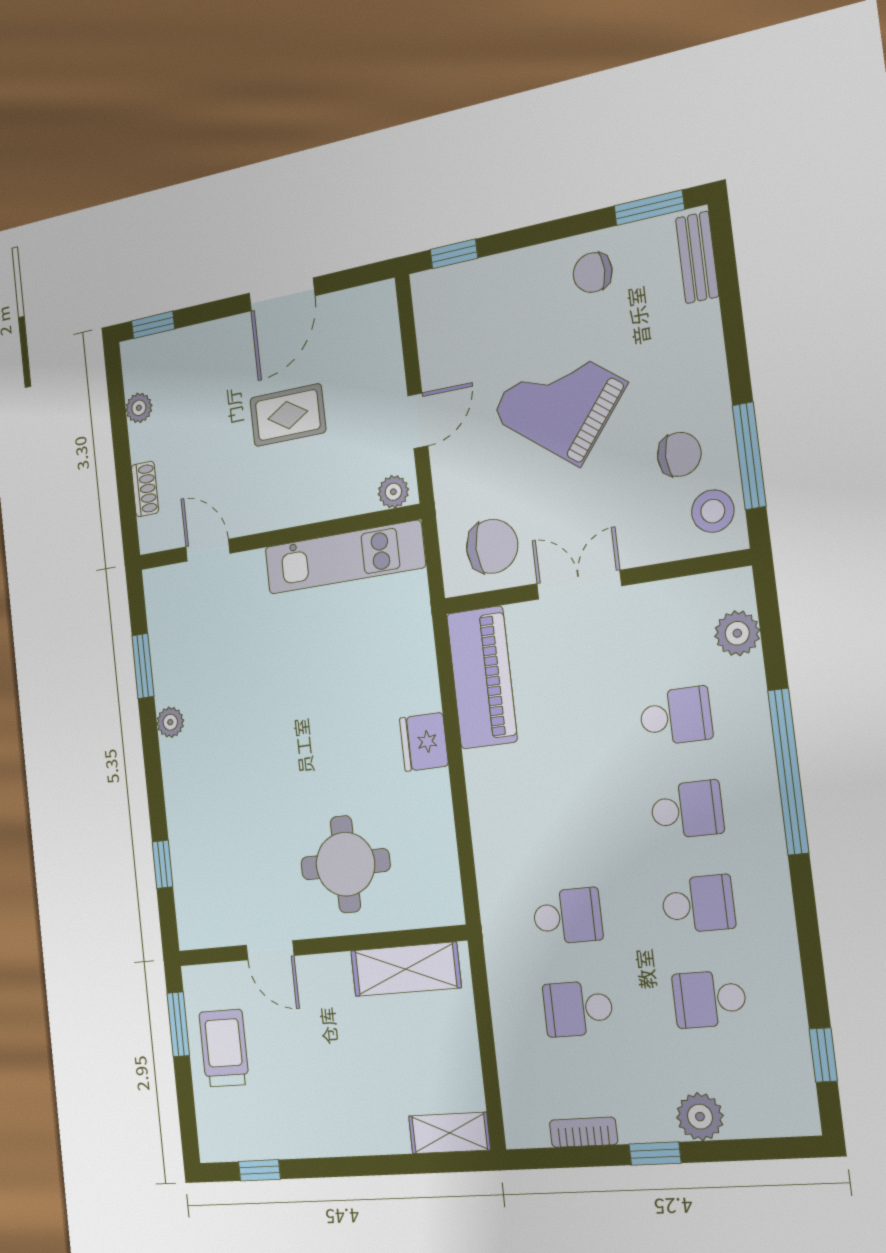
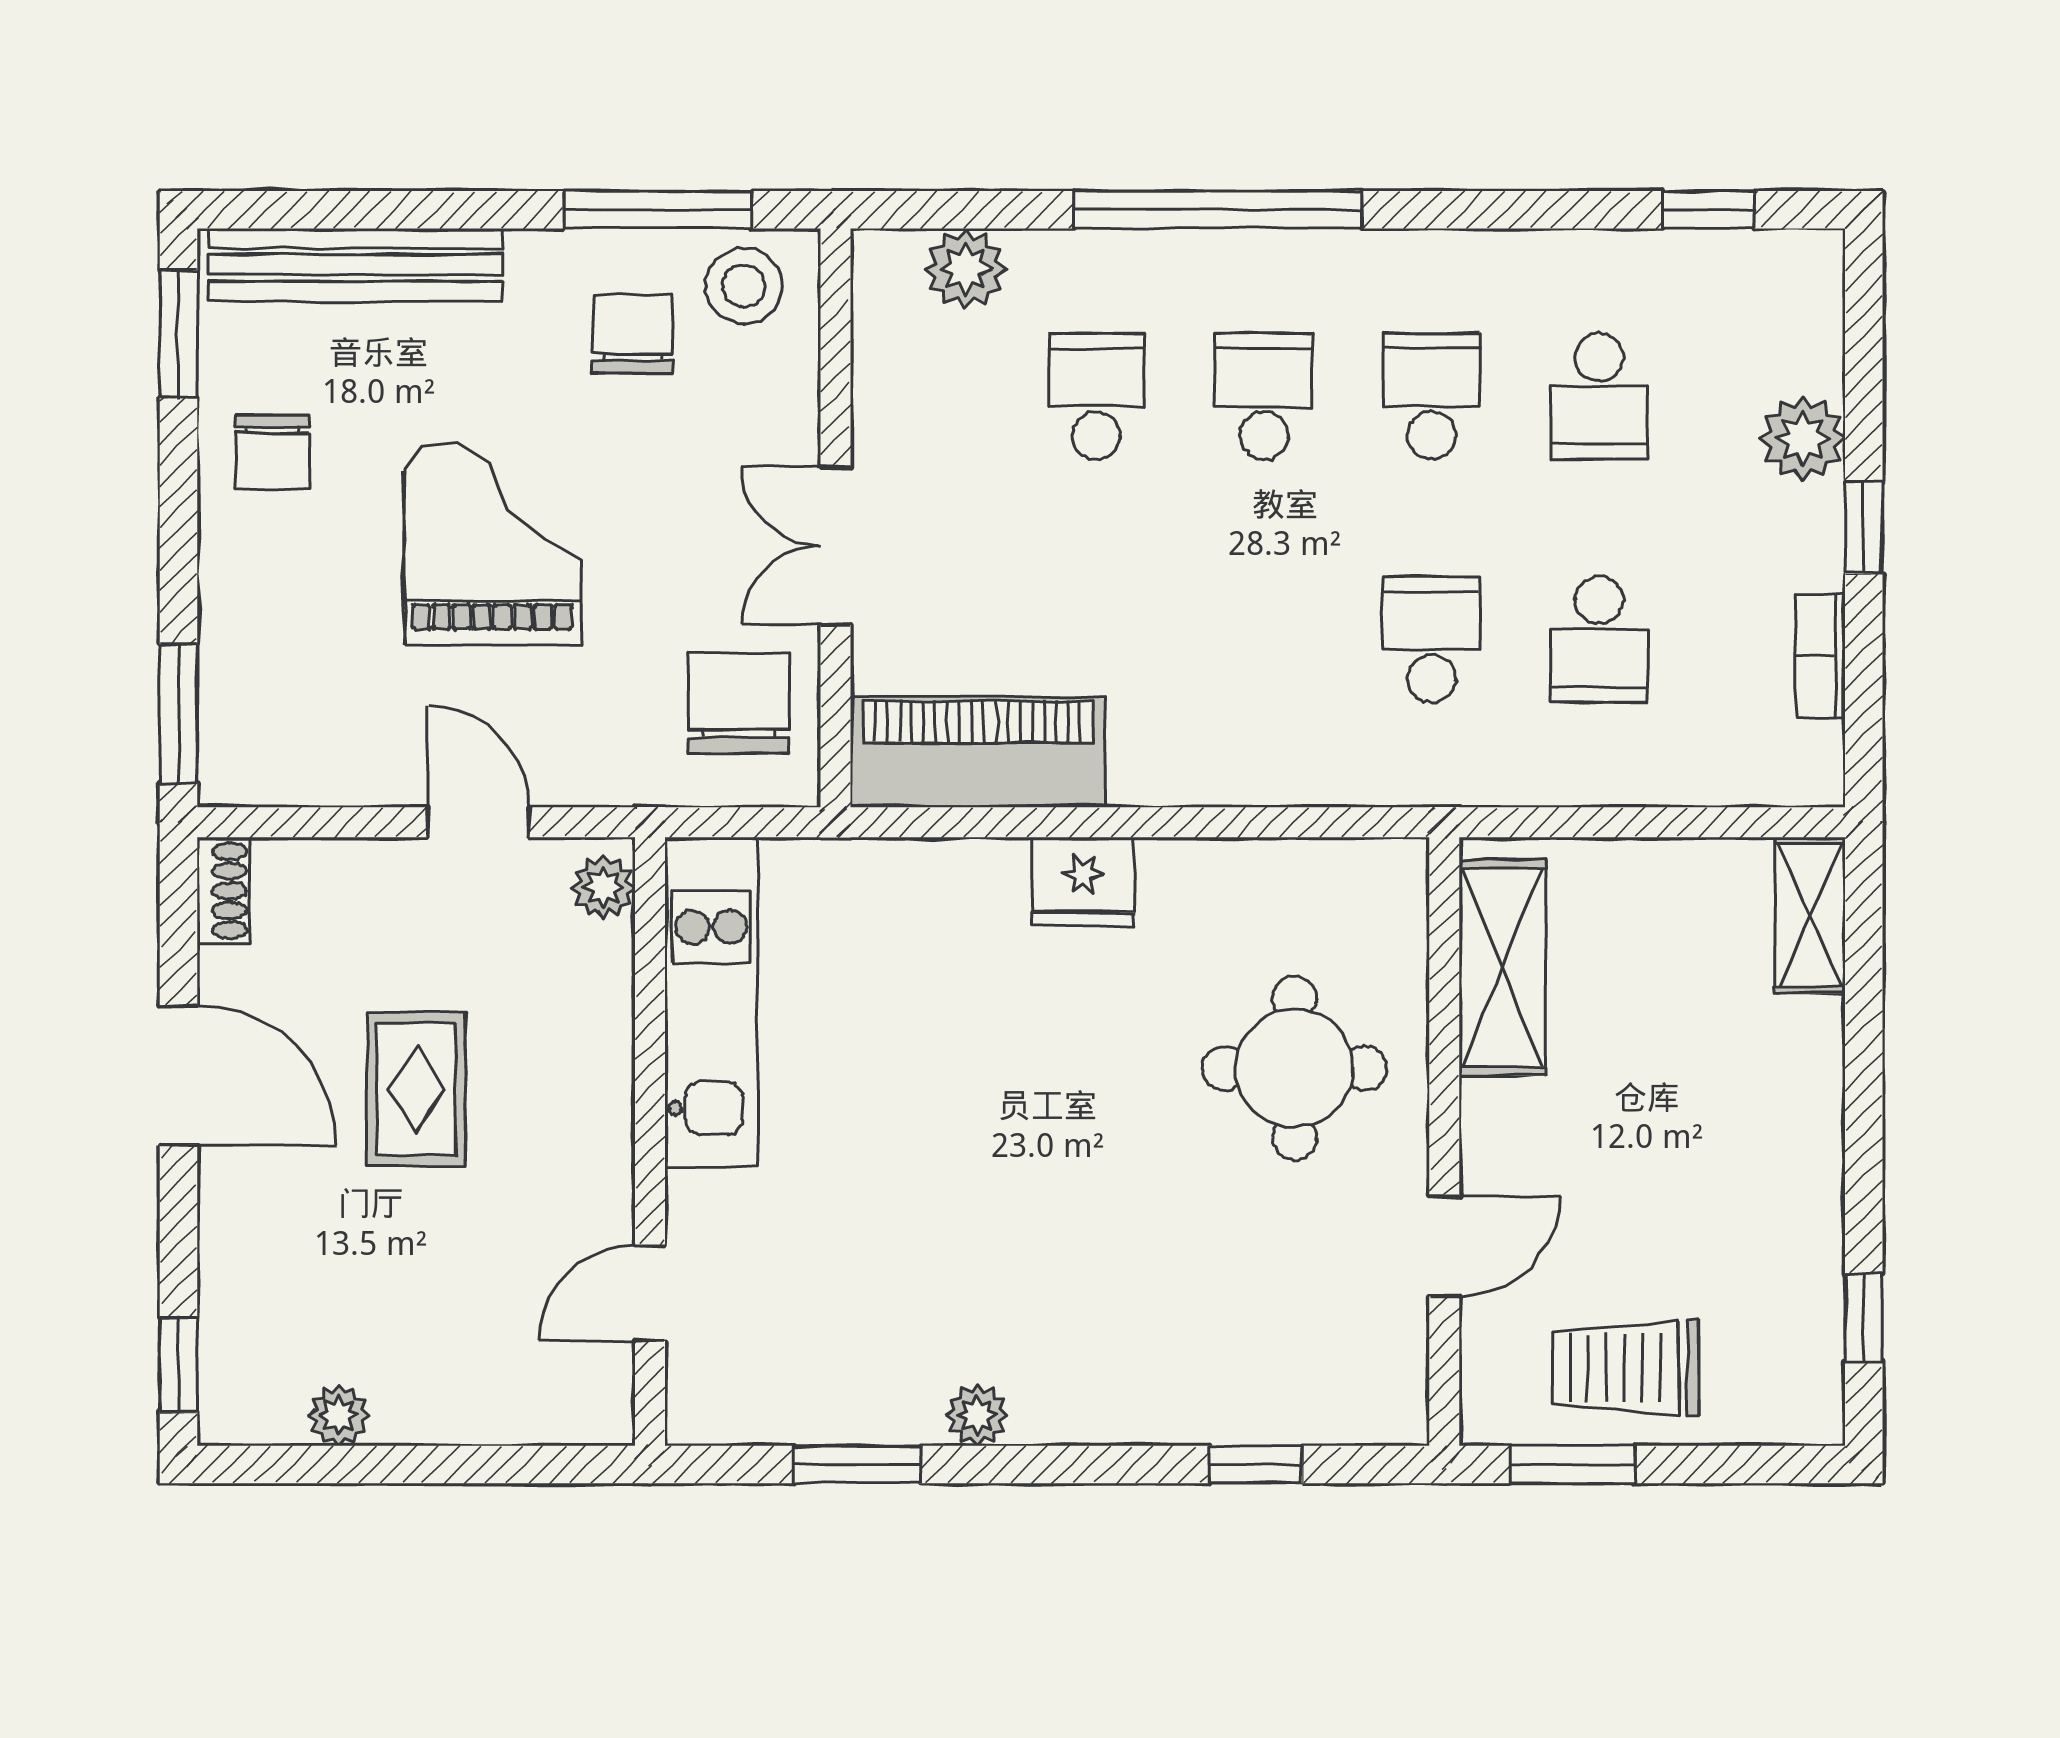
window: (454, 254) -> (178, 714), width x1.50
bench: (697, 257) -> (356, 265), width x1.86, depth x1.21
grand piano: (559, 400) -> (492, 544), turned 142
shoe rack: (145, 489) -> (223, 891), moved, turned 90

